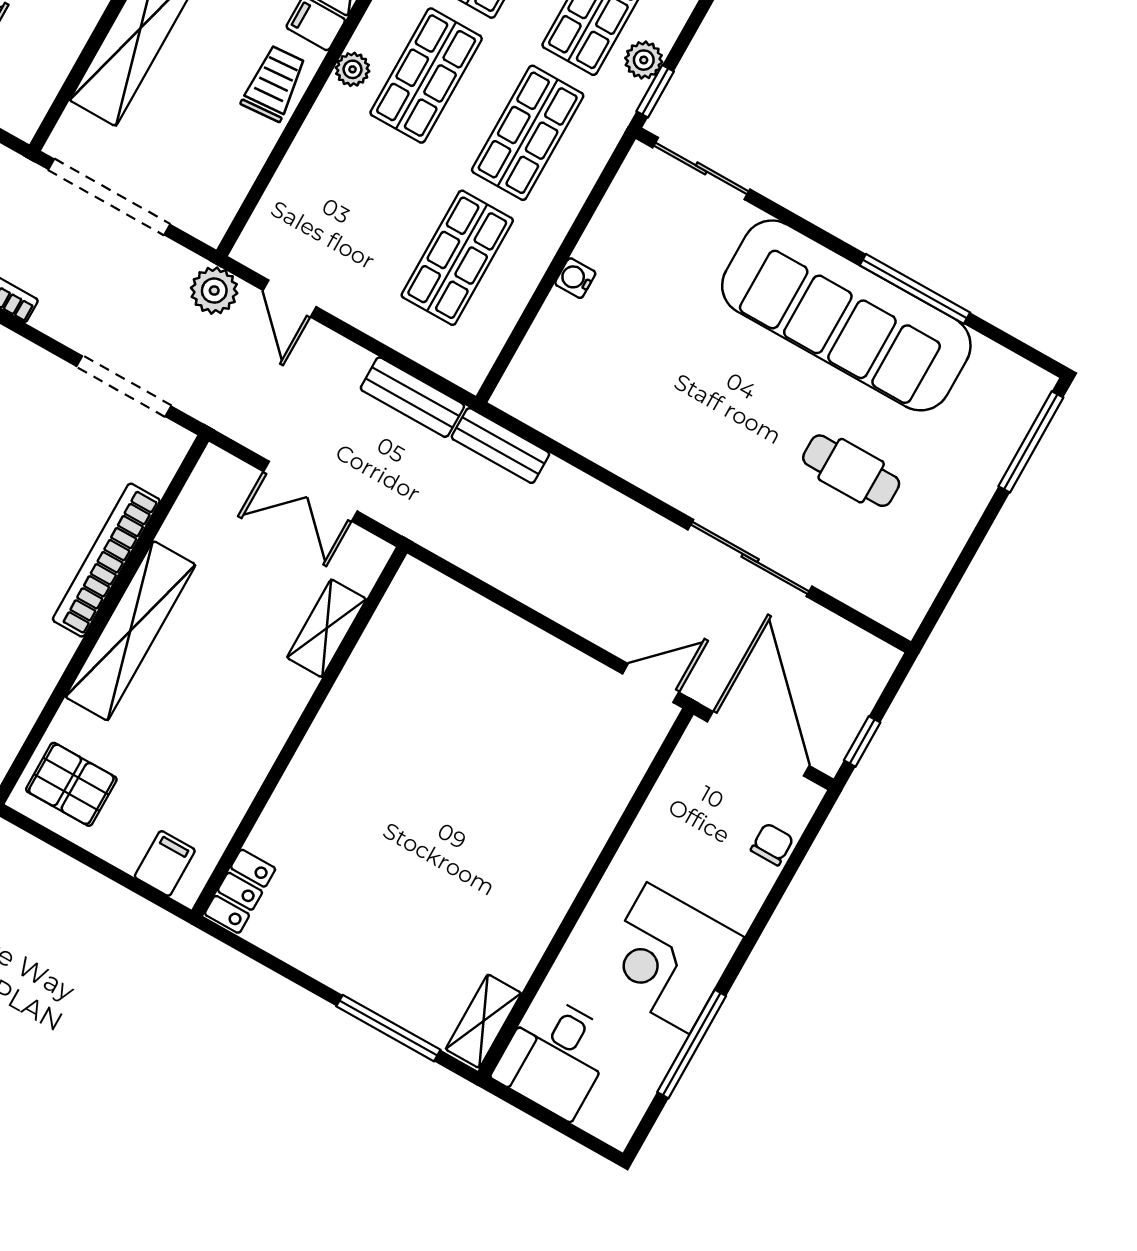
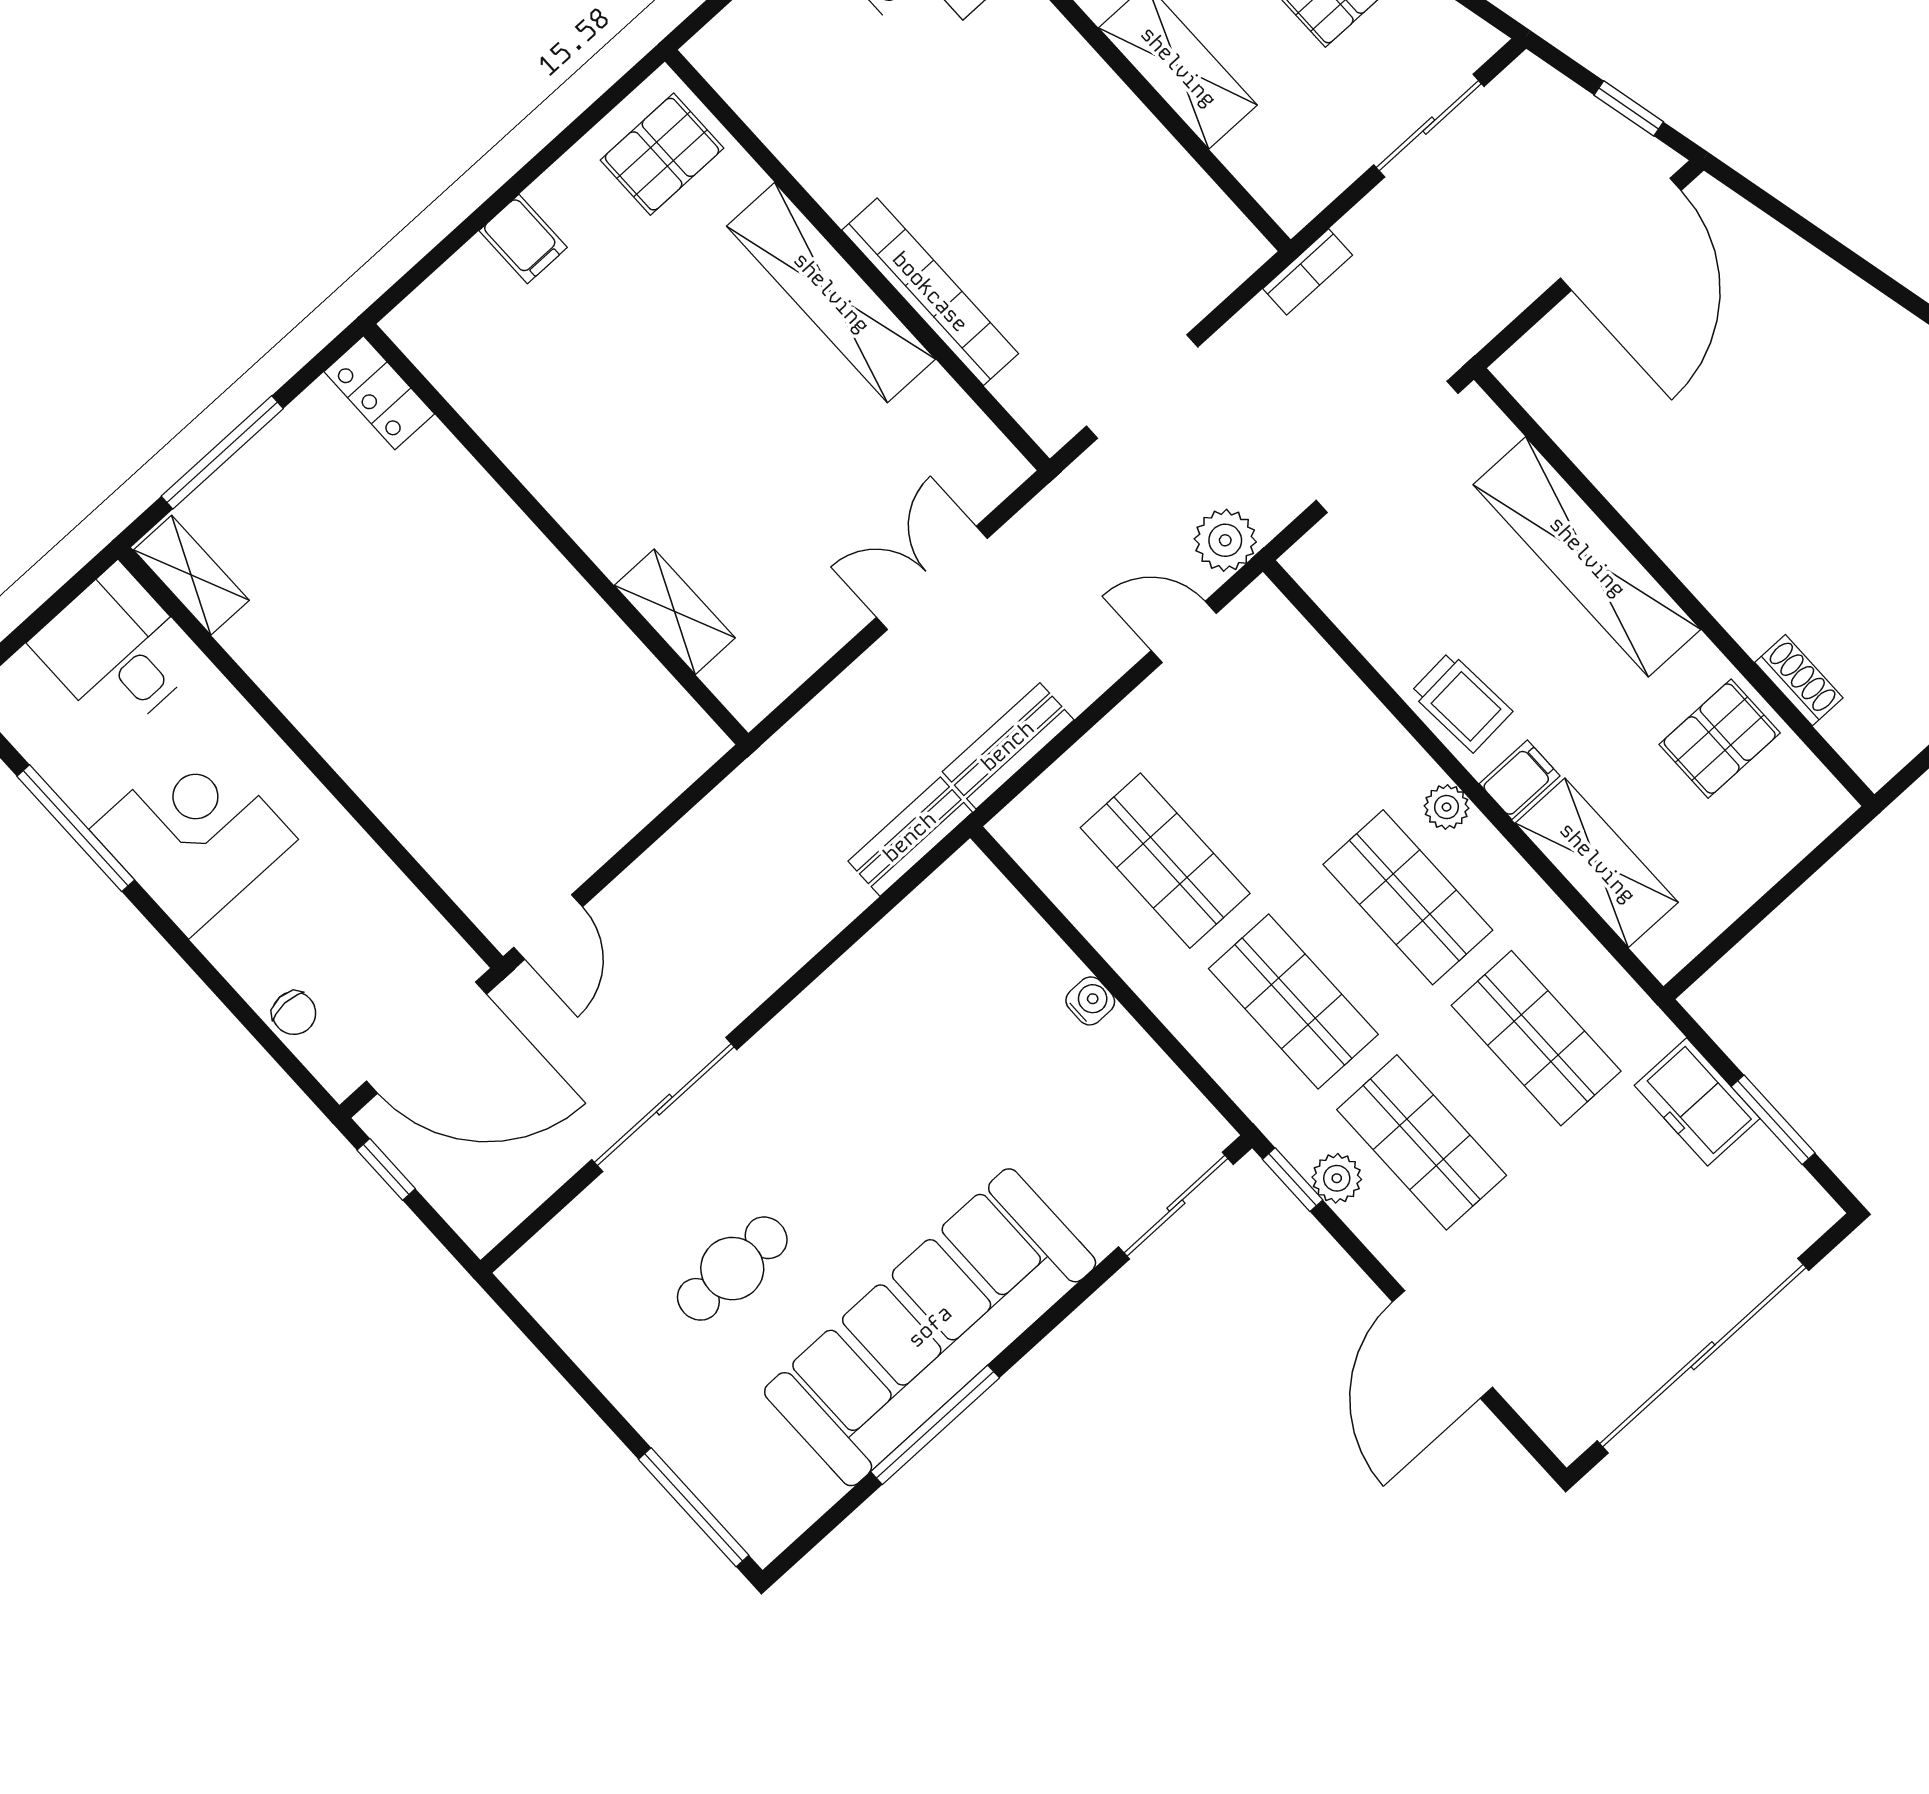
shelving: (327, 628) -> (675, 612), moved
wall: (299, 732) -> (556, 534), moved
locker: (240, 891) -> (379, 393), moved

